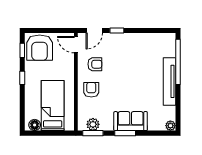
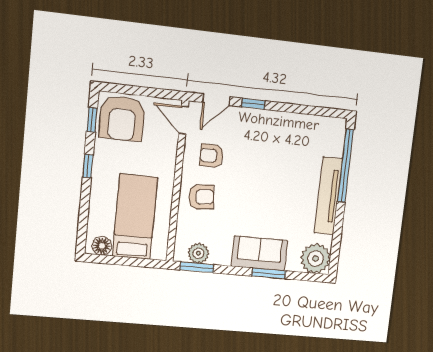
armchair: (95, 64) -> (212, 156), turned 180
armchair: (91, 90) -> (201, 197), turned 84
plant: (170, 126) -> (316, 259), width x1.87, depth x1.87
window: (125, 133) -> (269, 273), moved

